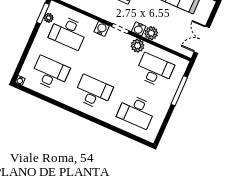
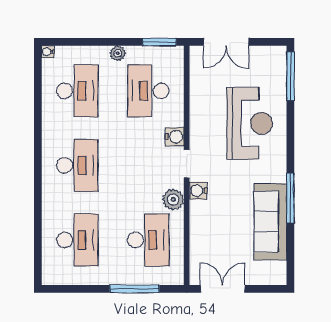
plant: (49, 18) -> (118, 53), moved
plant: (151, 33) -> (200, 211), removed
desk: (136, 111) -> (77, 240), turned 180

